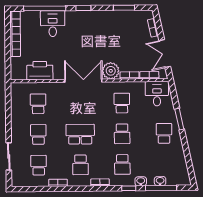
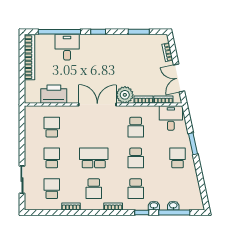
school desk: (122, 103) -> (136, 127), turned 180

